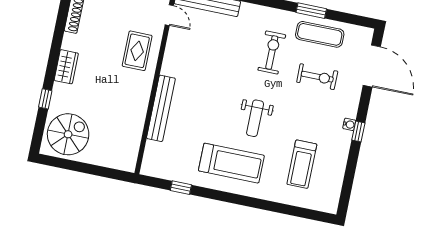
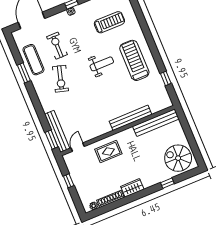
exercise bike: (272, 52) -> (61, 79), turned -74
wardrobe: (66, 67) -> (132, 188), moved
bench: (133, 137) -> (156, 123), added

